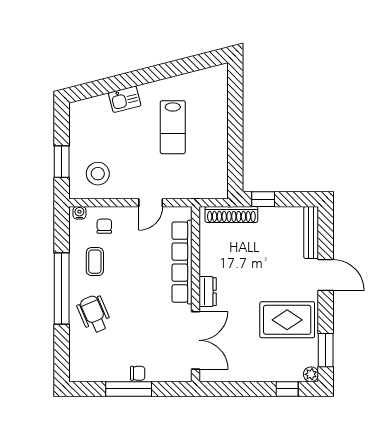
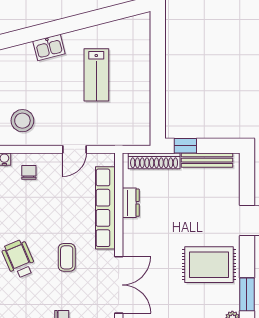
bench: (311, 232) -> (207, 160), moved, turned 90
coffee table: (95, 262) -> (67, 257), moved
dresser: (208, 292) -> (131, 203), moved

